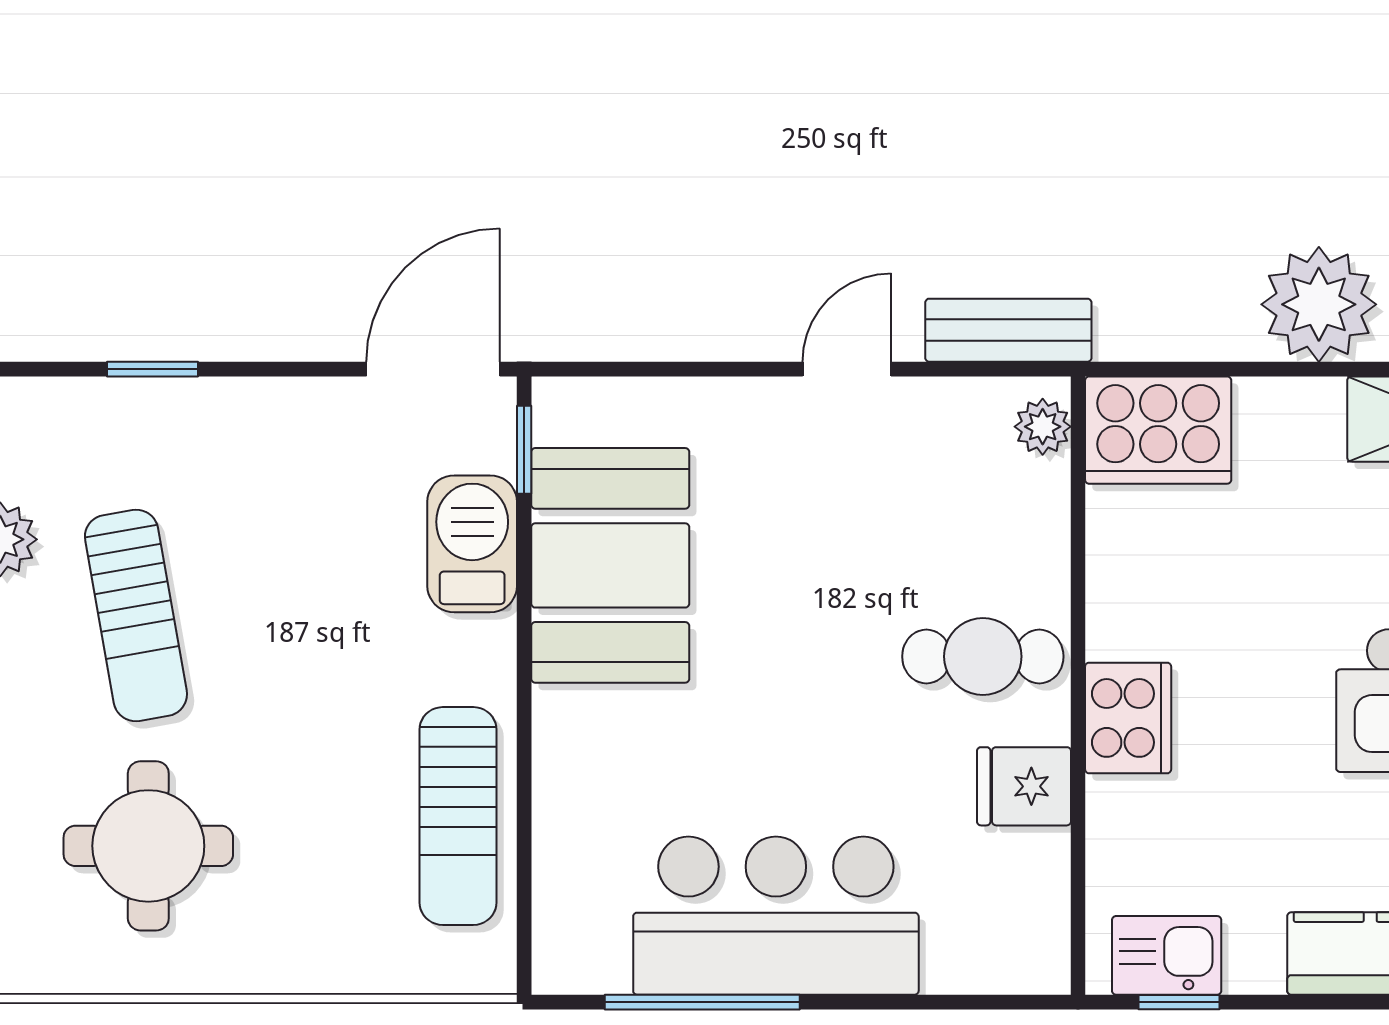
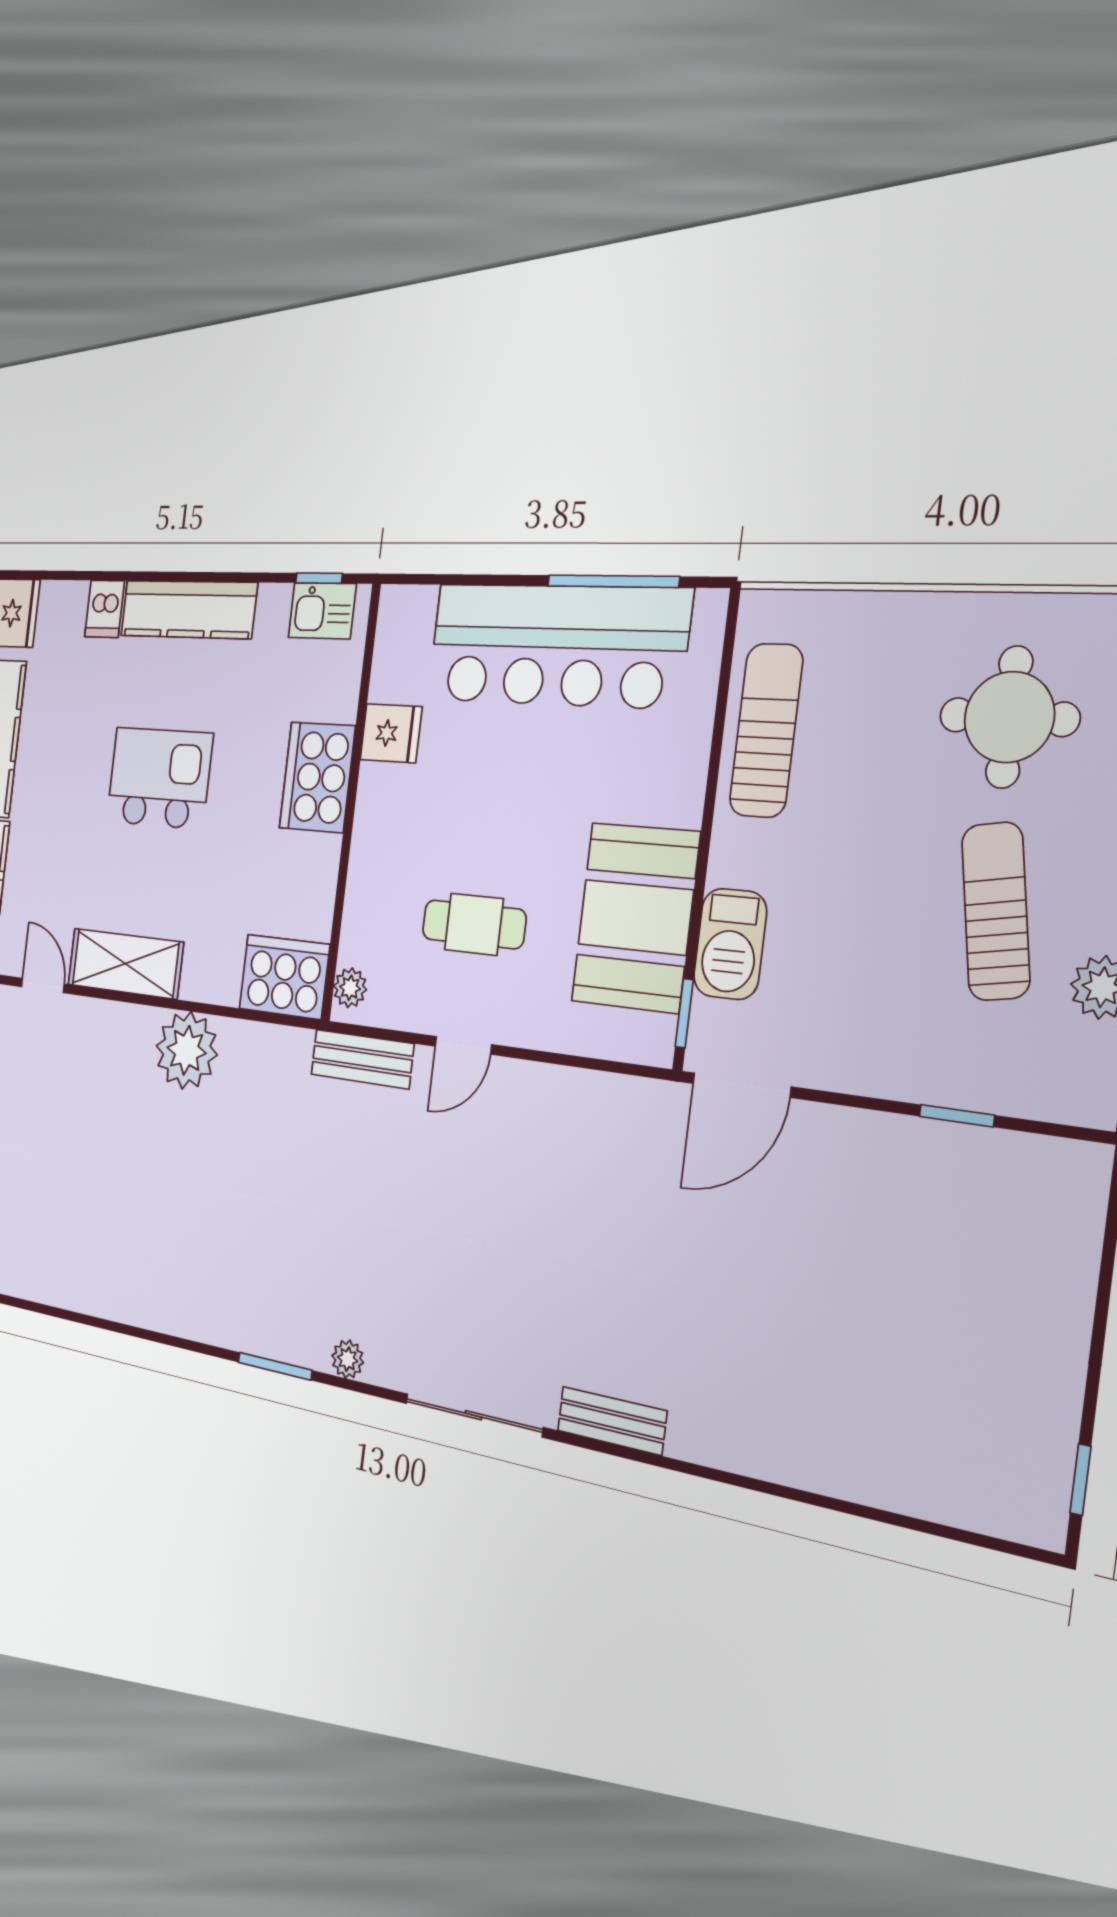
cafe table: (983, 656) -> (474, 924), moved
cooker: (1128, 718) -> (317, 777), width x1.37, depth x1.31
bar counter: (776, 916) -> (556, 645), width x1.36

